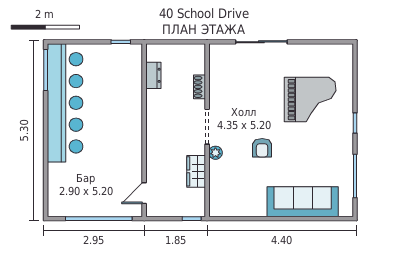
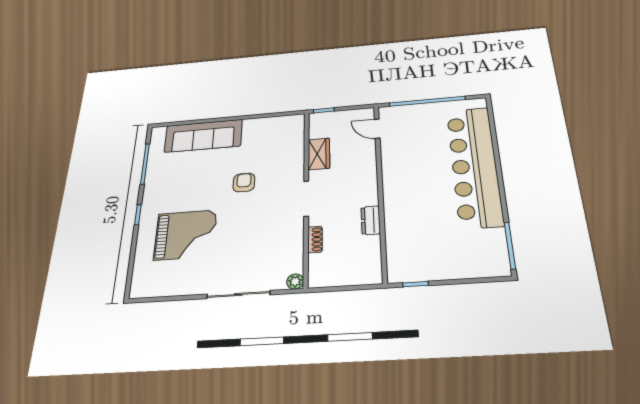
dresser: (153, 75) -> (371, 220), moved
grand piano: (310, 100) -> (185, 235), turned 180
bar counter: (65, 103) -> (474, 166), moved
plant: (215, 153) -> (295, 281), moved
door: (144, 193) -> (377, 129), swing flipped

